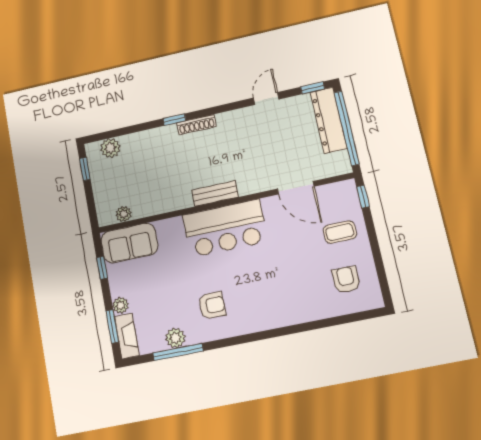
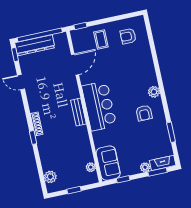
window: (85, 169) -> (74, 190), moved
armchair: (212, 305) -> (144, 113), turned 180
plant: (175, 338) -> (154, 92), moved
window: (178, 352) -> (171, 132), width x0.69

